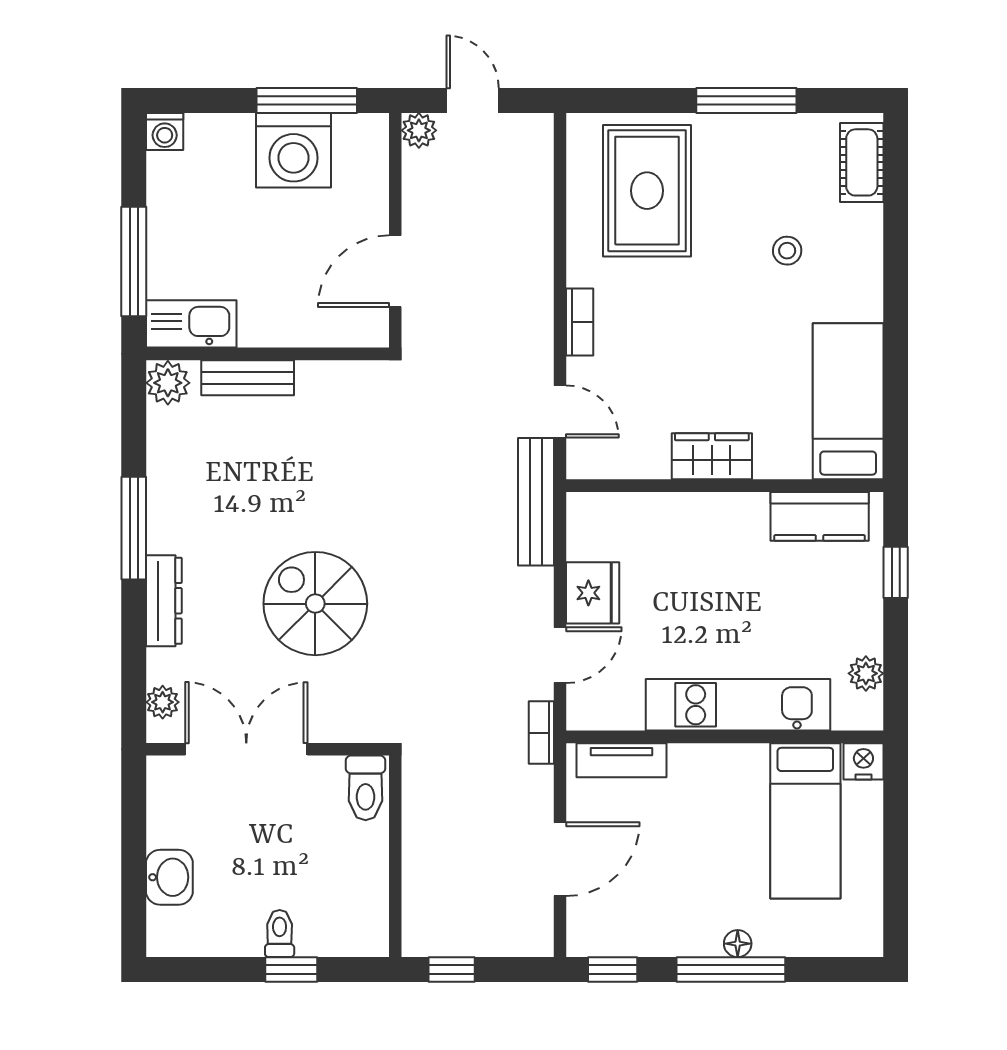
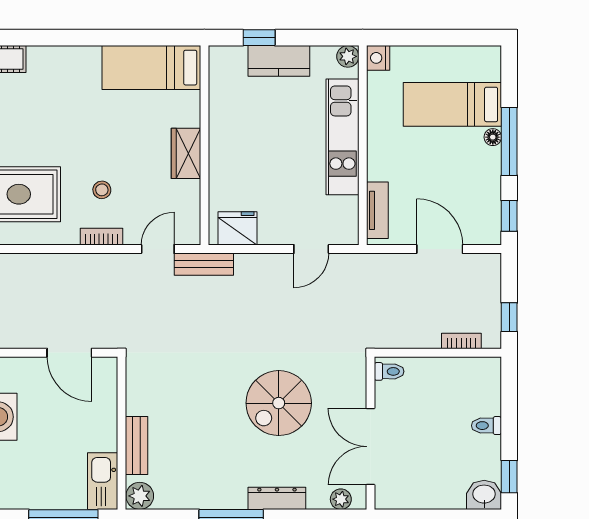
stool: (787, 251) -> (102, 190), moved
bench: (536, 502) -> (204, 264), width x0.73
kitchen counter: (820, 516) -> (279, 61), moved, turned 90
fridge: (593, 593) -> (238, 228), moved
door: (560, 655) -> (311, 249), swing flipped
plant: (866, 673) -> (348, 56), moved
bookcase: (541, 733) -> (461, 341), moved, turned 180
toilet: (366, 788) -> (389, 371), width x0.73, depth x0.72
bed: (805, 821) -> (452, 104), moved, turned 180
washbasin: (169, 877) -> (484, 495), moved
window: (291, 970) -> (509, 477), moved

